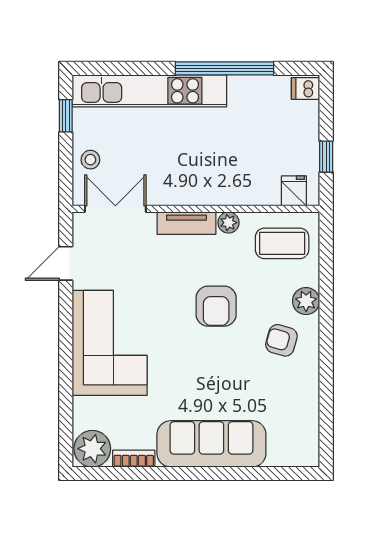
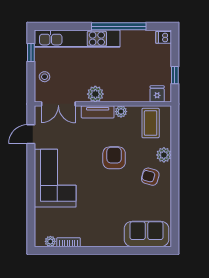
plant: (182, 191) -> (95, 94), added
double door: (115, 209) -> (58, 104), swing flipped
coffee table: (282, 243) -> (151, 123), turned 90
armchair: (216, 306) -> (114, 158), turned 180
sofa: (211, 444) -> (146, 234), moved, width x0.73
plant: (92, 449) -> (50, 241), width x0.53, depth x0.53

